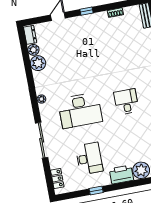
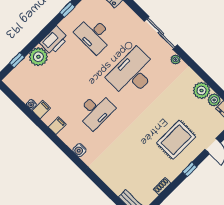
rug: (81, 40) -> (176, 140), added
desk: (126, 102) -> (96, 111), width x1.37
sliding door: (42, 140) -> (161, 33), moved

